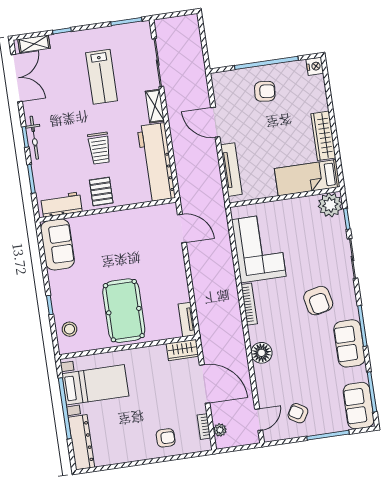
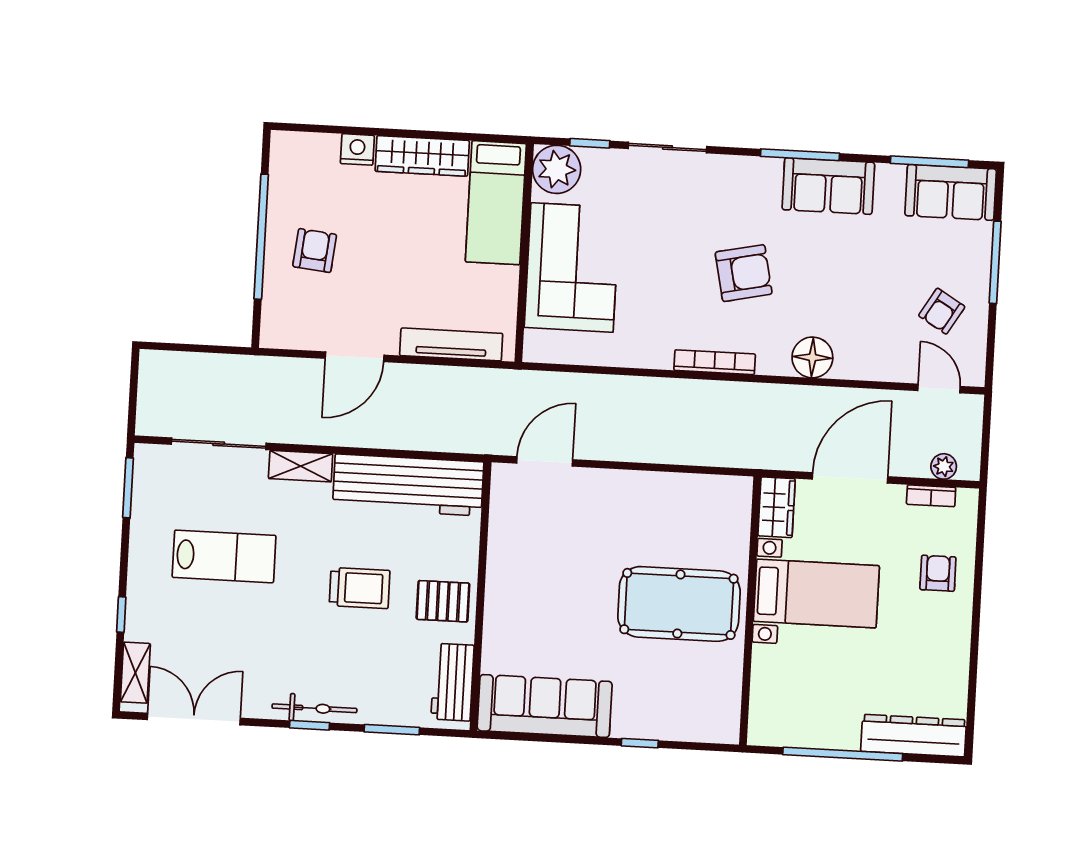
nightstand: (315, 66) -> (357, 149), moved
sofa: (57, 244) -> (545, 706), width x1.36
corner sofa: (259, 248) -> (572, 267), moved, turned 90
armchair: (318, 301) -> (744, 273), moved
tv unit: (187, 320) -> (720, 487), removed
stool: (69, 329) -> (693, 715), removed
bed with nightstands: (95, 385) -> (816, 594), moved, turned 90

